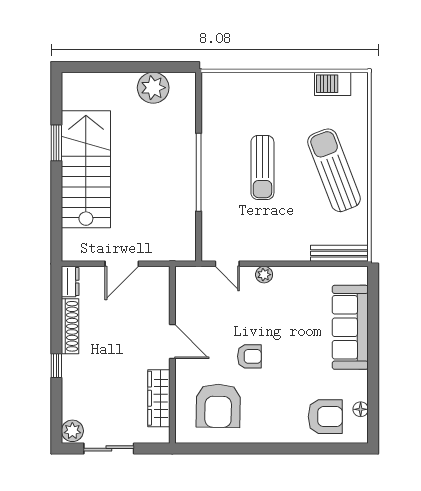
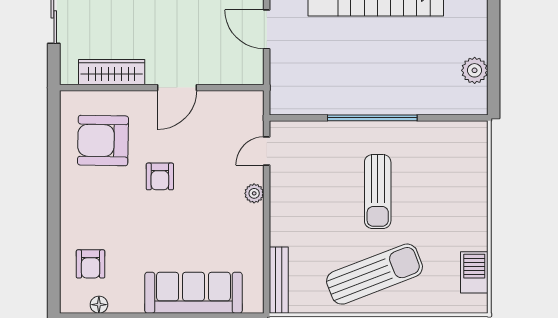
plant: (153, 88) -> (475, 70), width x0.73, depth x0.73
sun lounger: (262, 168) -> (378, 192), turned -90
armchair: (325, 417) -> (91, 264), width x0.72, depth x0.72

